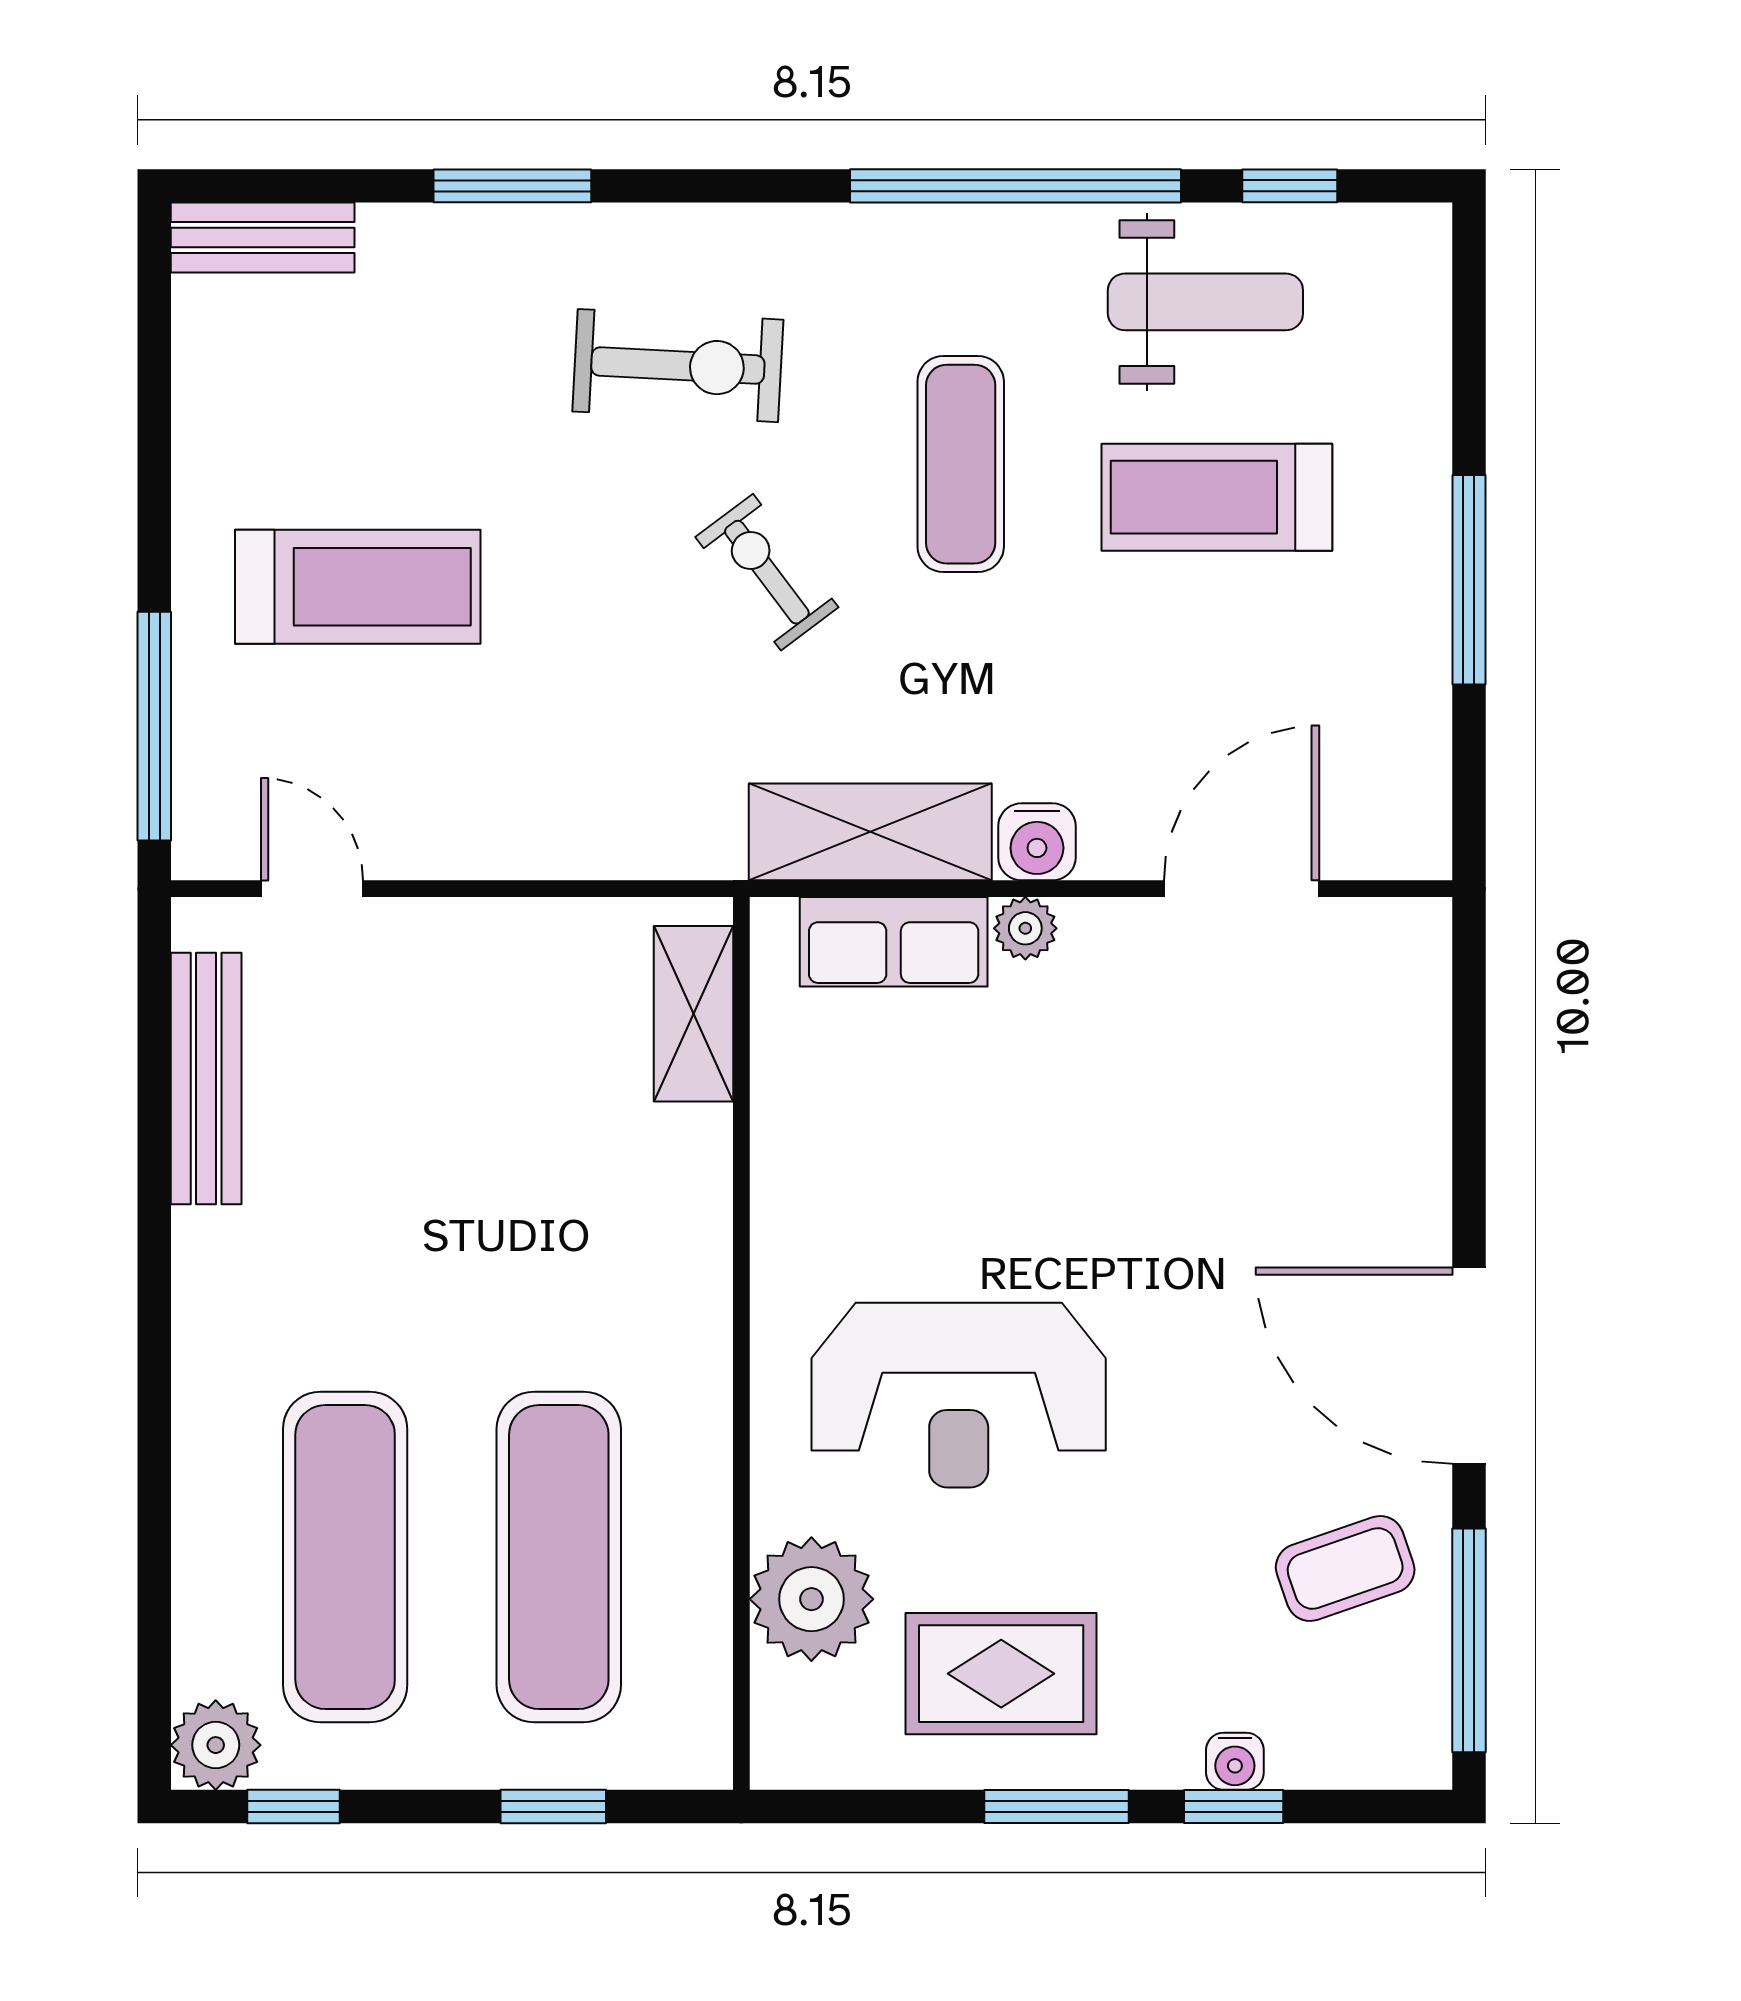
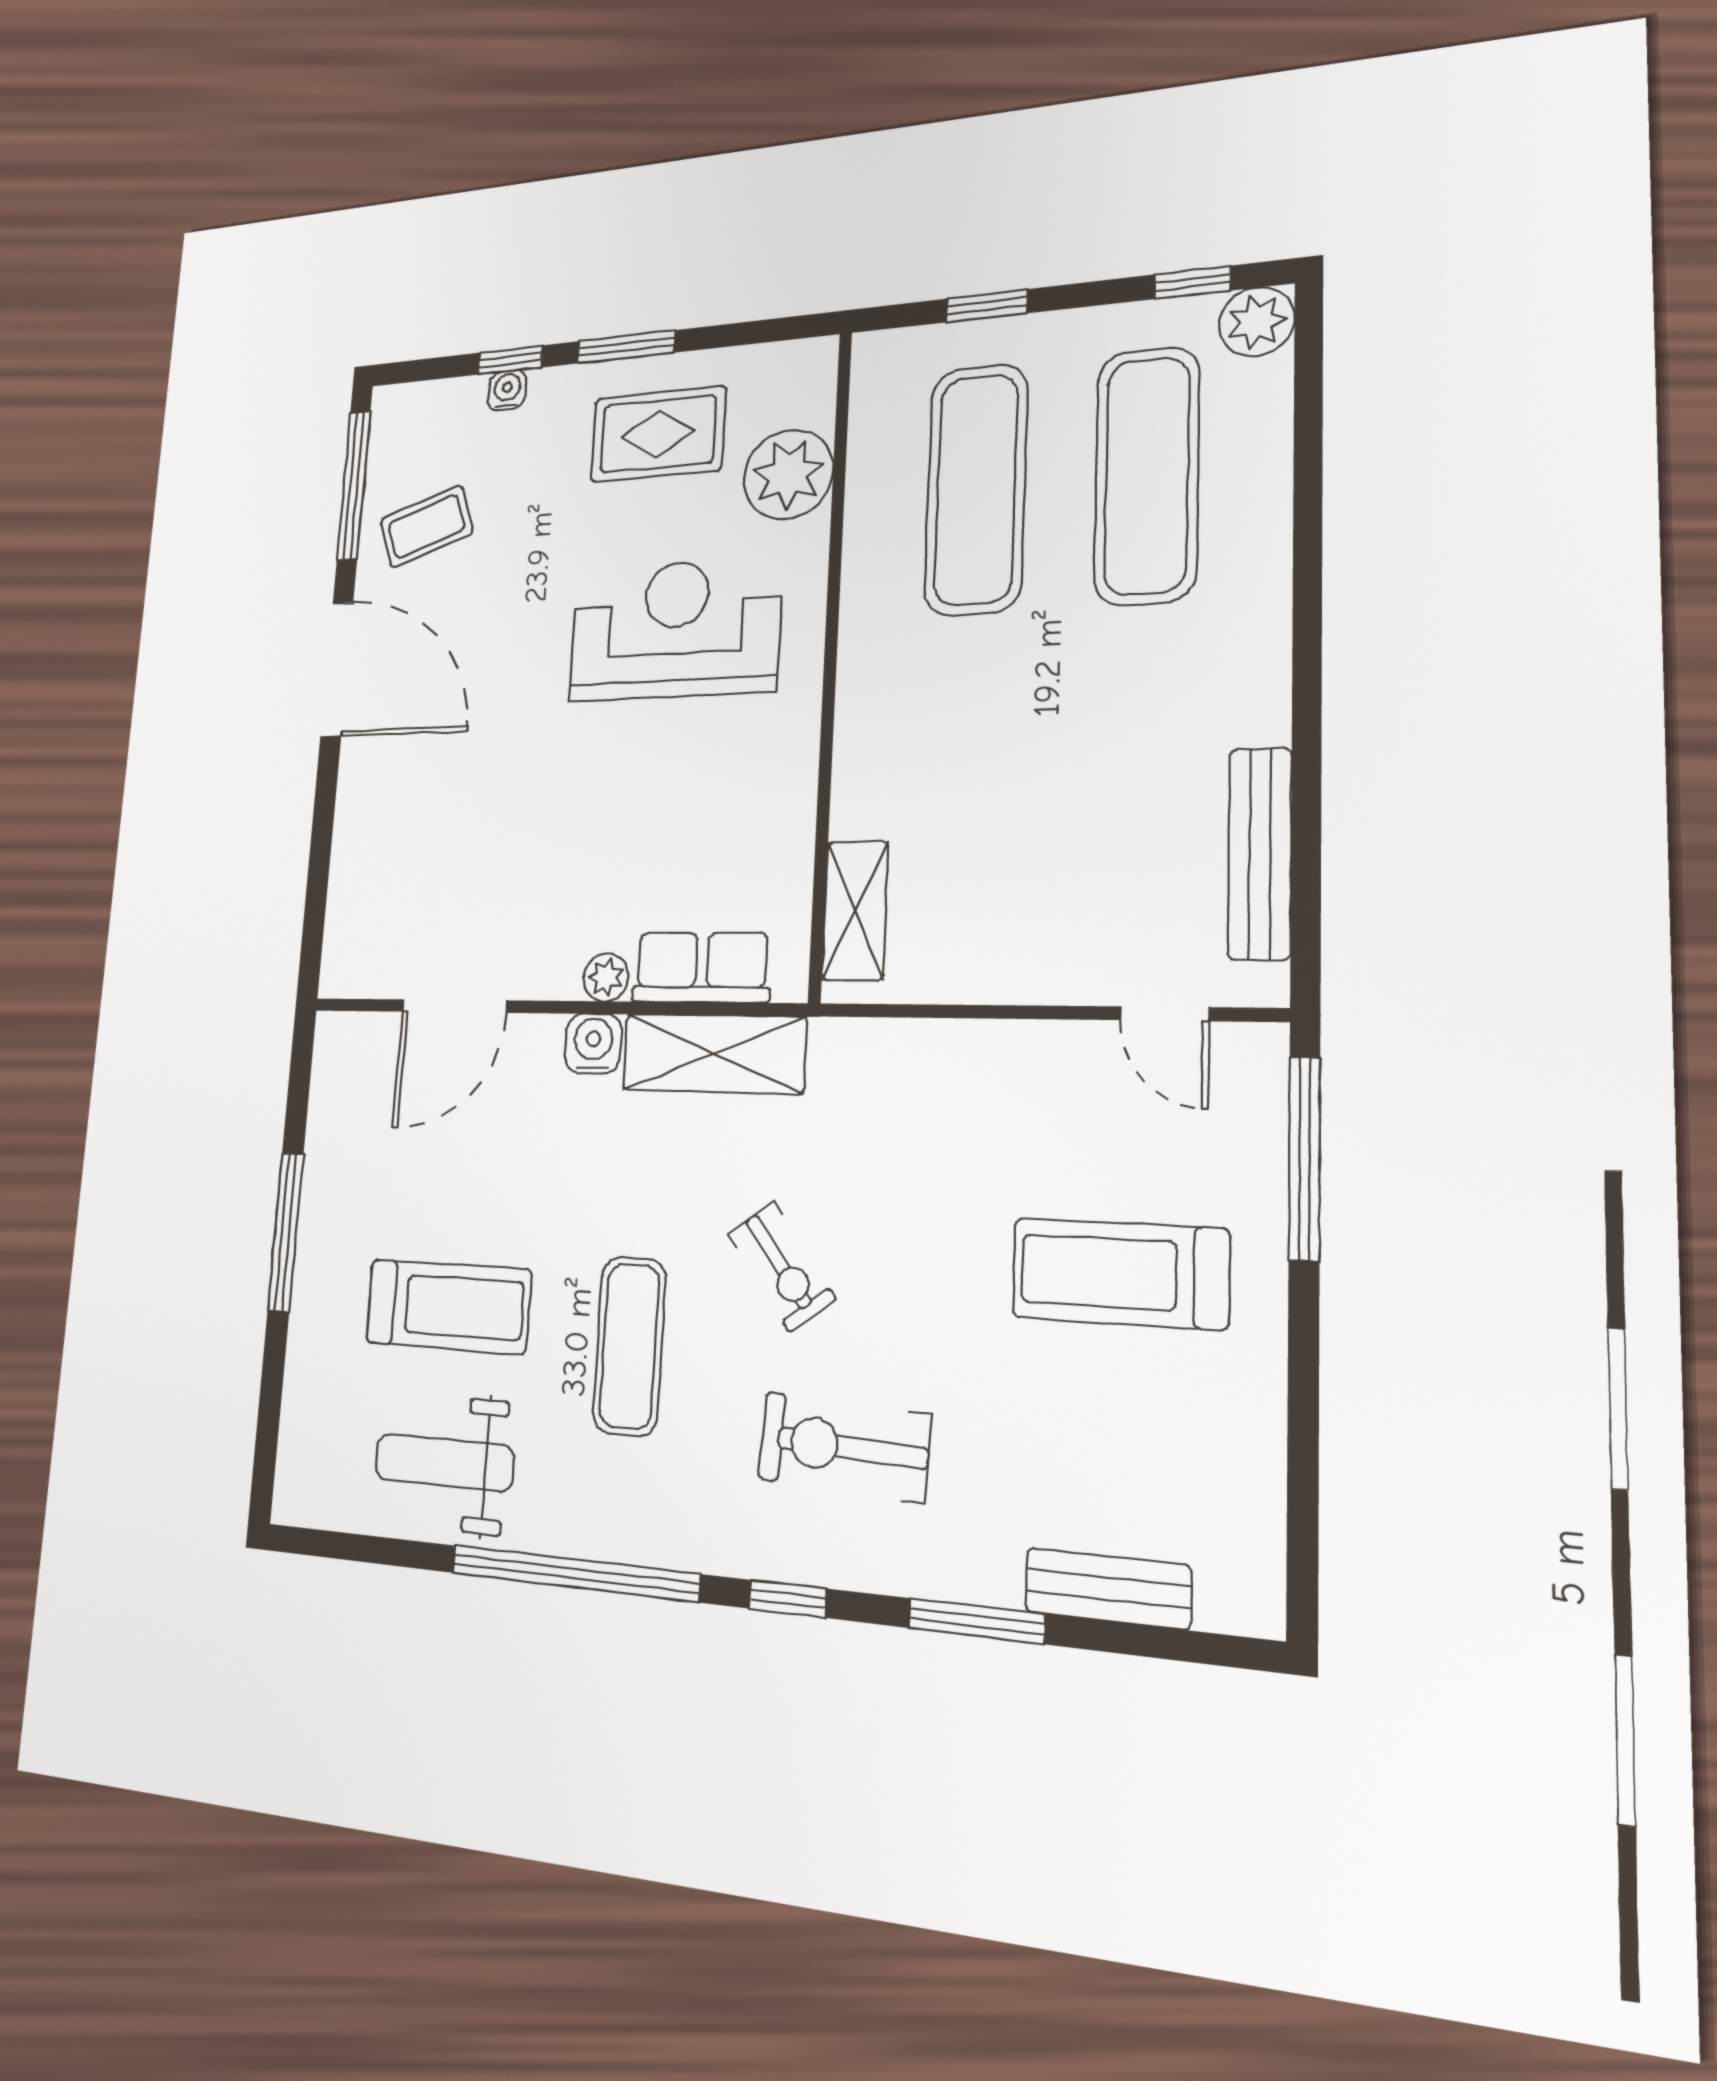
window: (1290, 186) -> (788, 1599), moved
bench: (263, 237) -> (1108, 1588), moved

